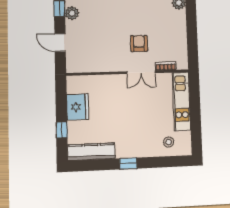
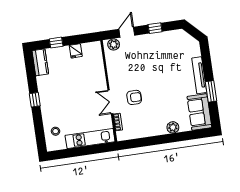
plant: (72, 13) -> (114, 44), moved
fridge: (78, 107) -> (76, 51), width x0.53, depth x0.75
kitchen counter: (91, 152) -> (40, 62), width x0.67

